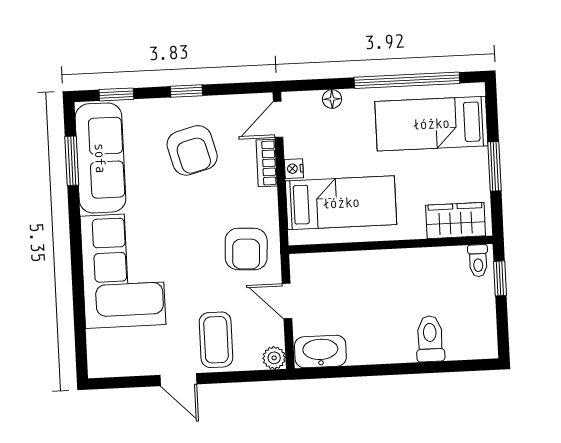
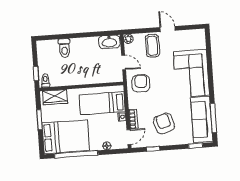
window: (186, 91) -> (153, 149), moved
bed: (431, 124) -> (66, 137), width x1.50
window: (72, 161) -> (213, 118), width x1.44

